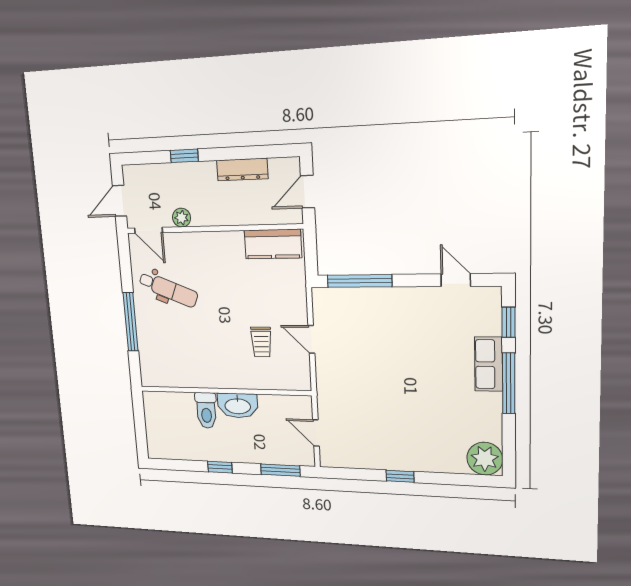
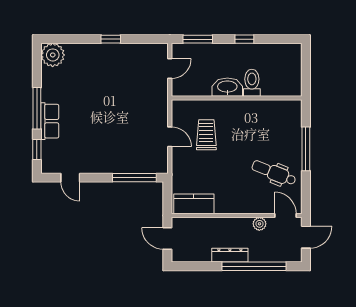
window: (184, 156) -> (254, 266), width x3.17
dresser: (242, 169) -> (230, 255), moved
door: (308, 192) -> (167, 239), swing flipped
trolley: (261, 342) -> (206, 135), width x1.36, depth x1.39
door: (316, 433) -> (170, 69), hinge flipped

